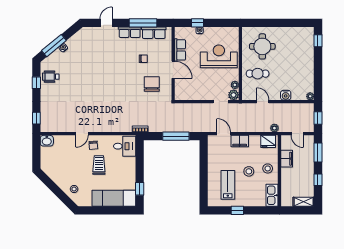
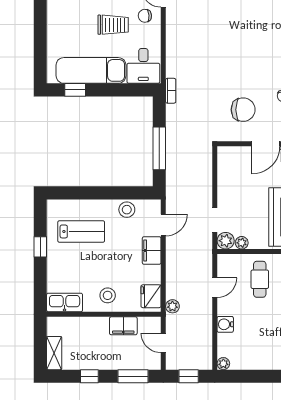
door: (297, 134) -> (163, 343), hinge flipped
stool: (249, 171) -> (127, 210), moved
exam couch: (114, 198) -> (91, 70), moved, turned -90

